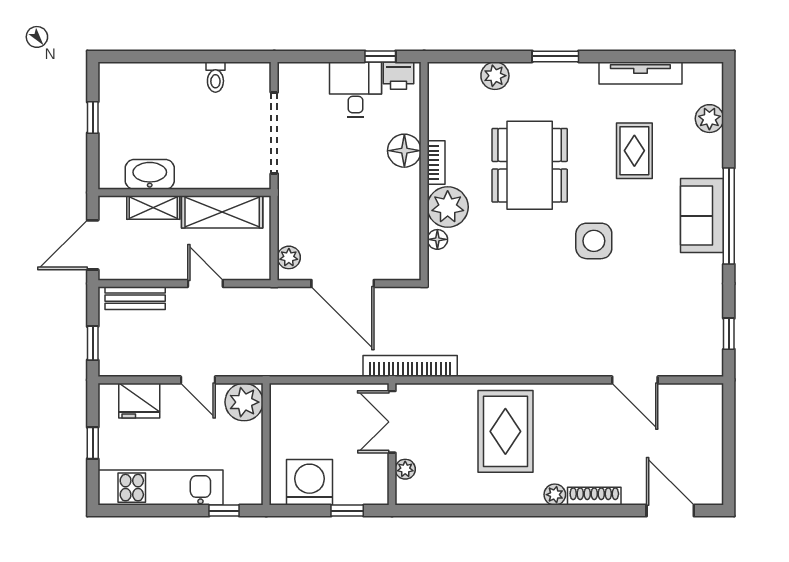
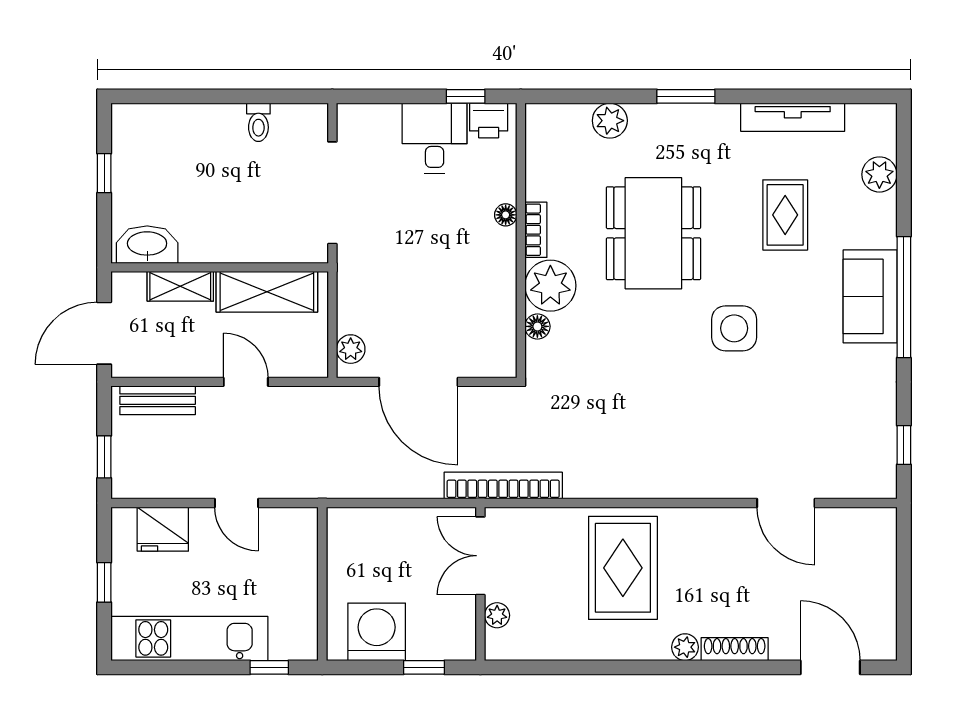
floor lamp: (404, 151) -> (506, 215), width x0.53, depth x0.53
washbasin: (150, 174) -> (147, 245), moved
plant: (244, 402) -> (294, 531), removed

